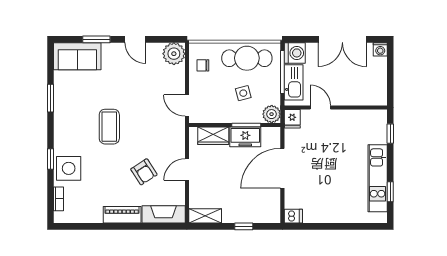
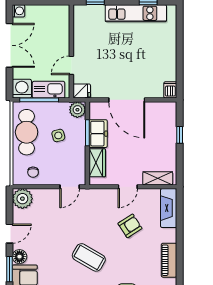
floor lamp: (110, 50) -> (19, 257), added
coffee table: (109, 127) -> (89, 257), turned 30
door: (187, 169) -> (128, 187), hinge flipped
piano: (122, 215) -> (169, 260), moved
shelving: (205, 216) -> (158, 178), moved, turned 90

